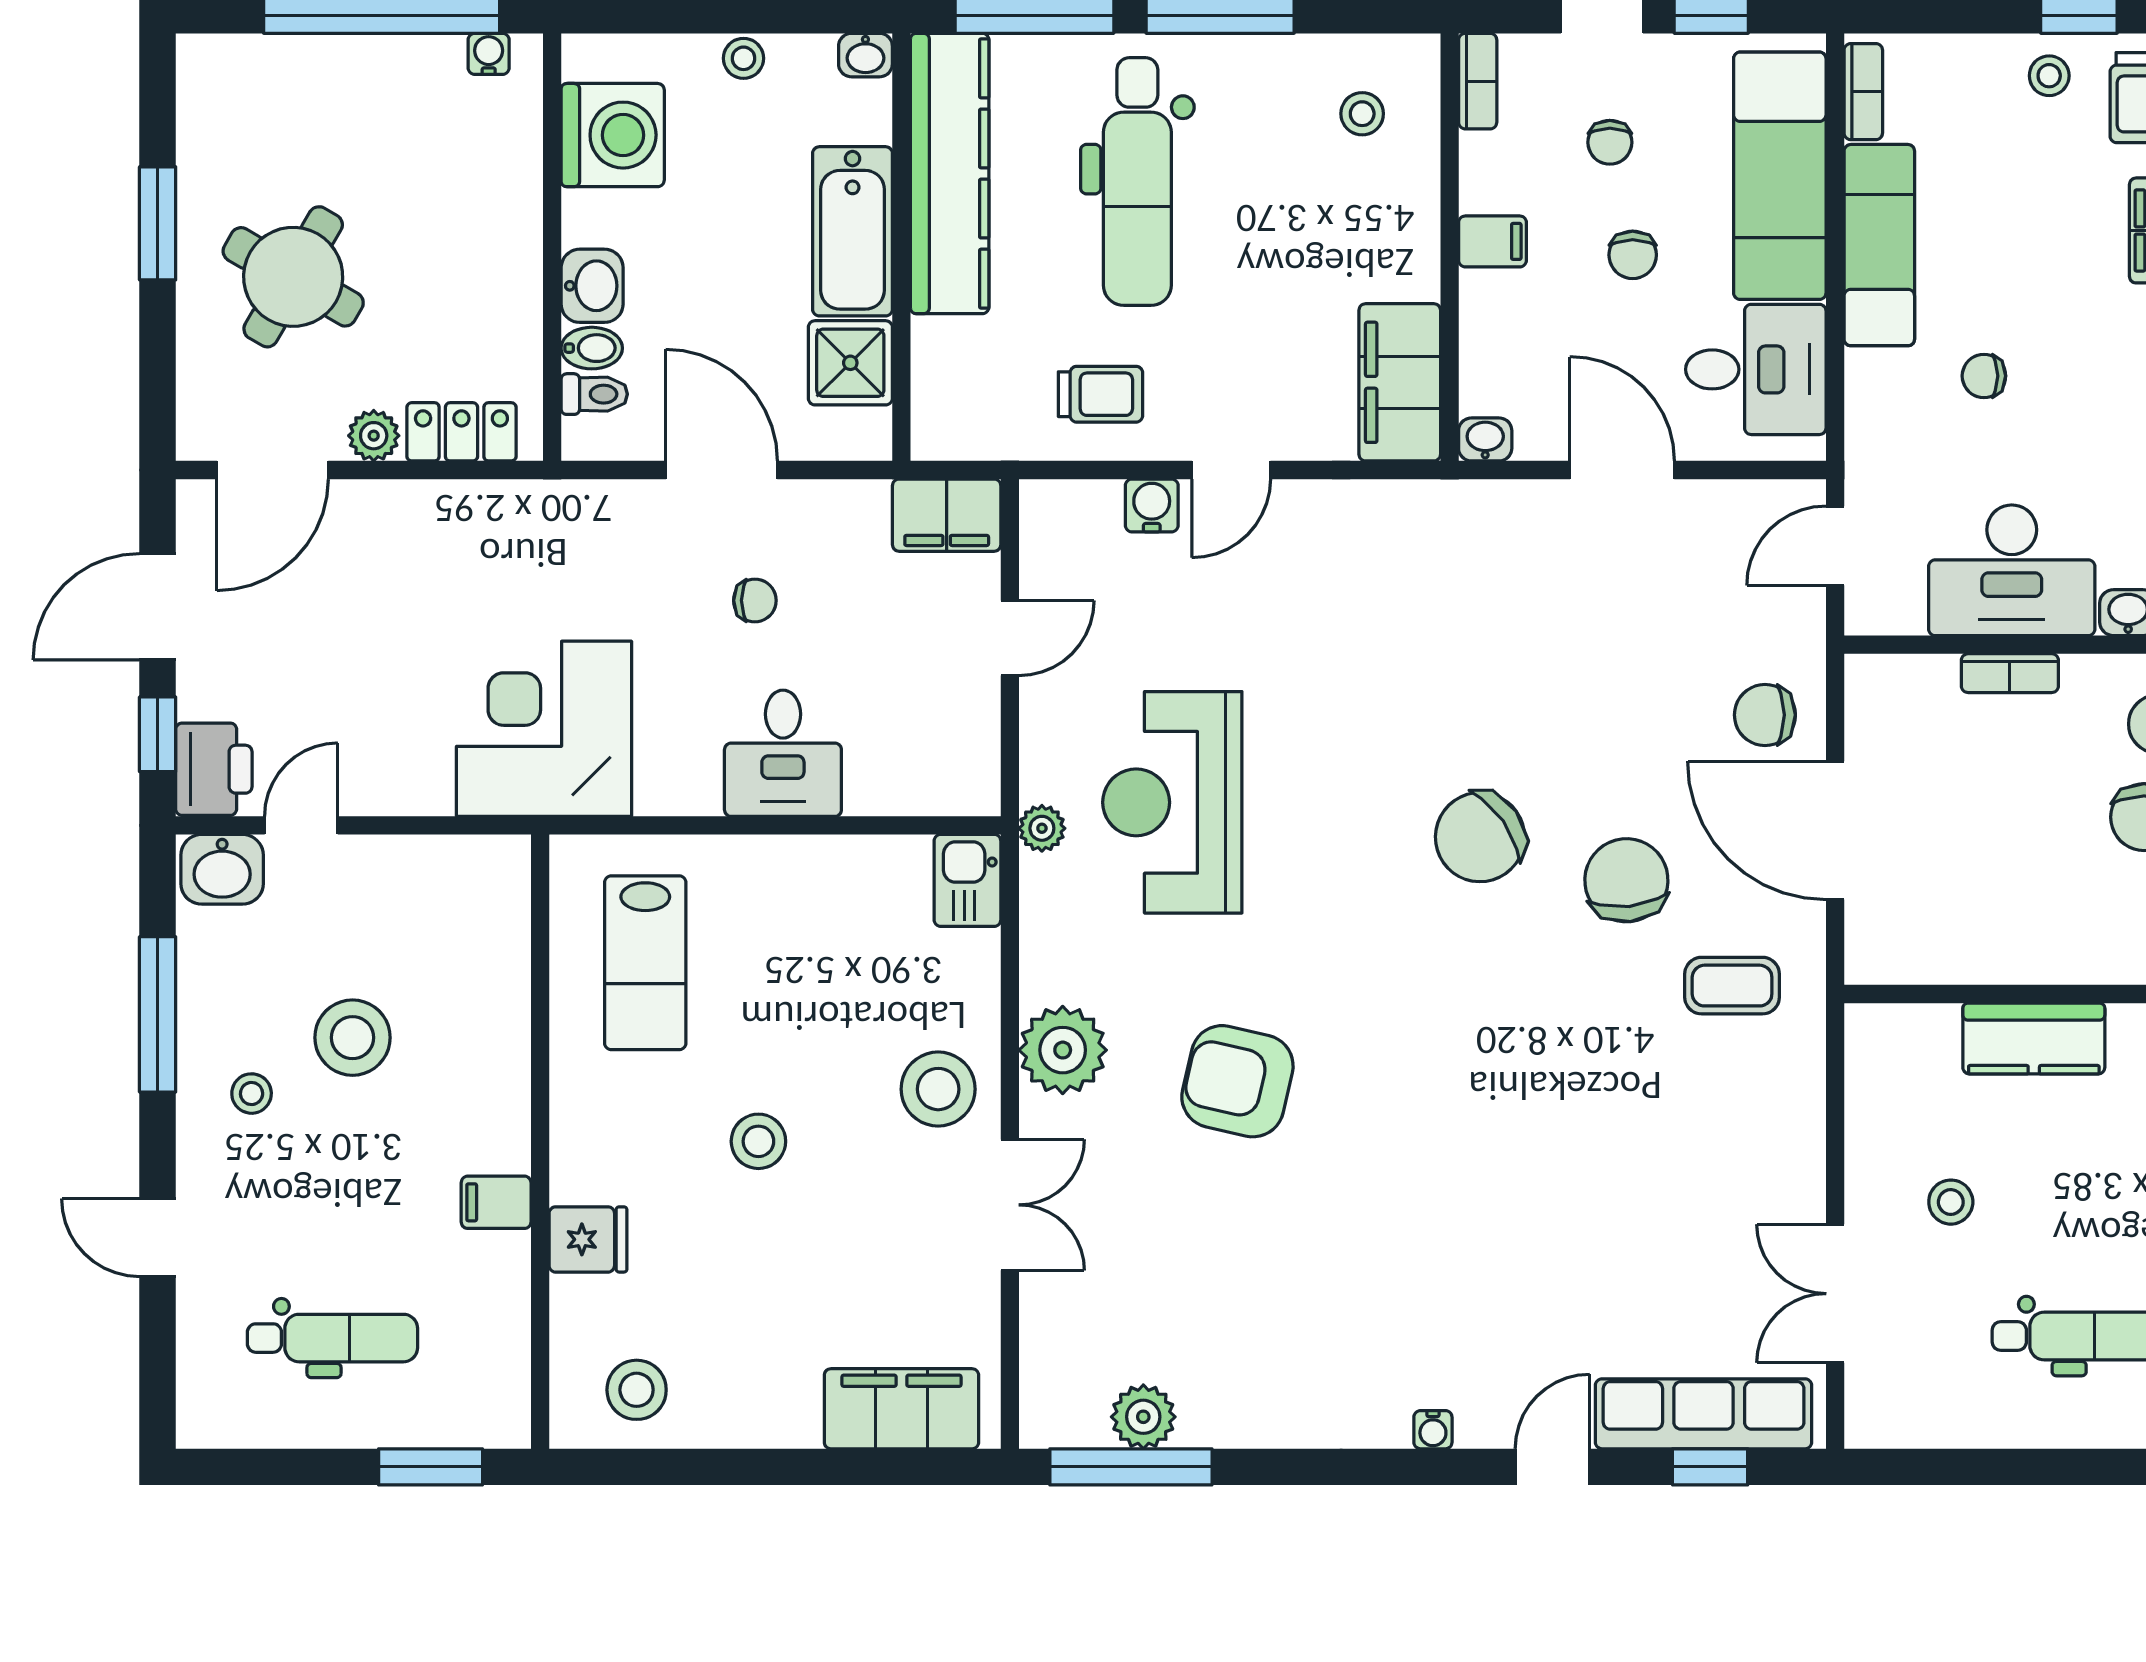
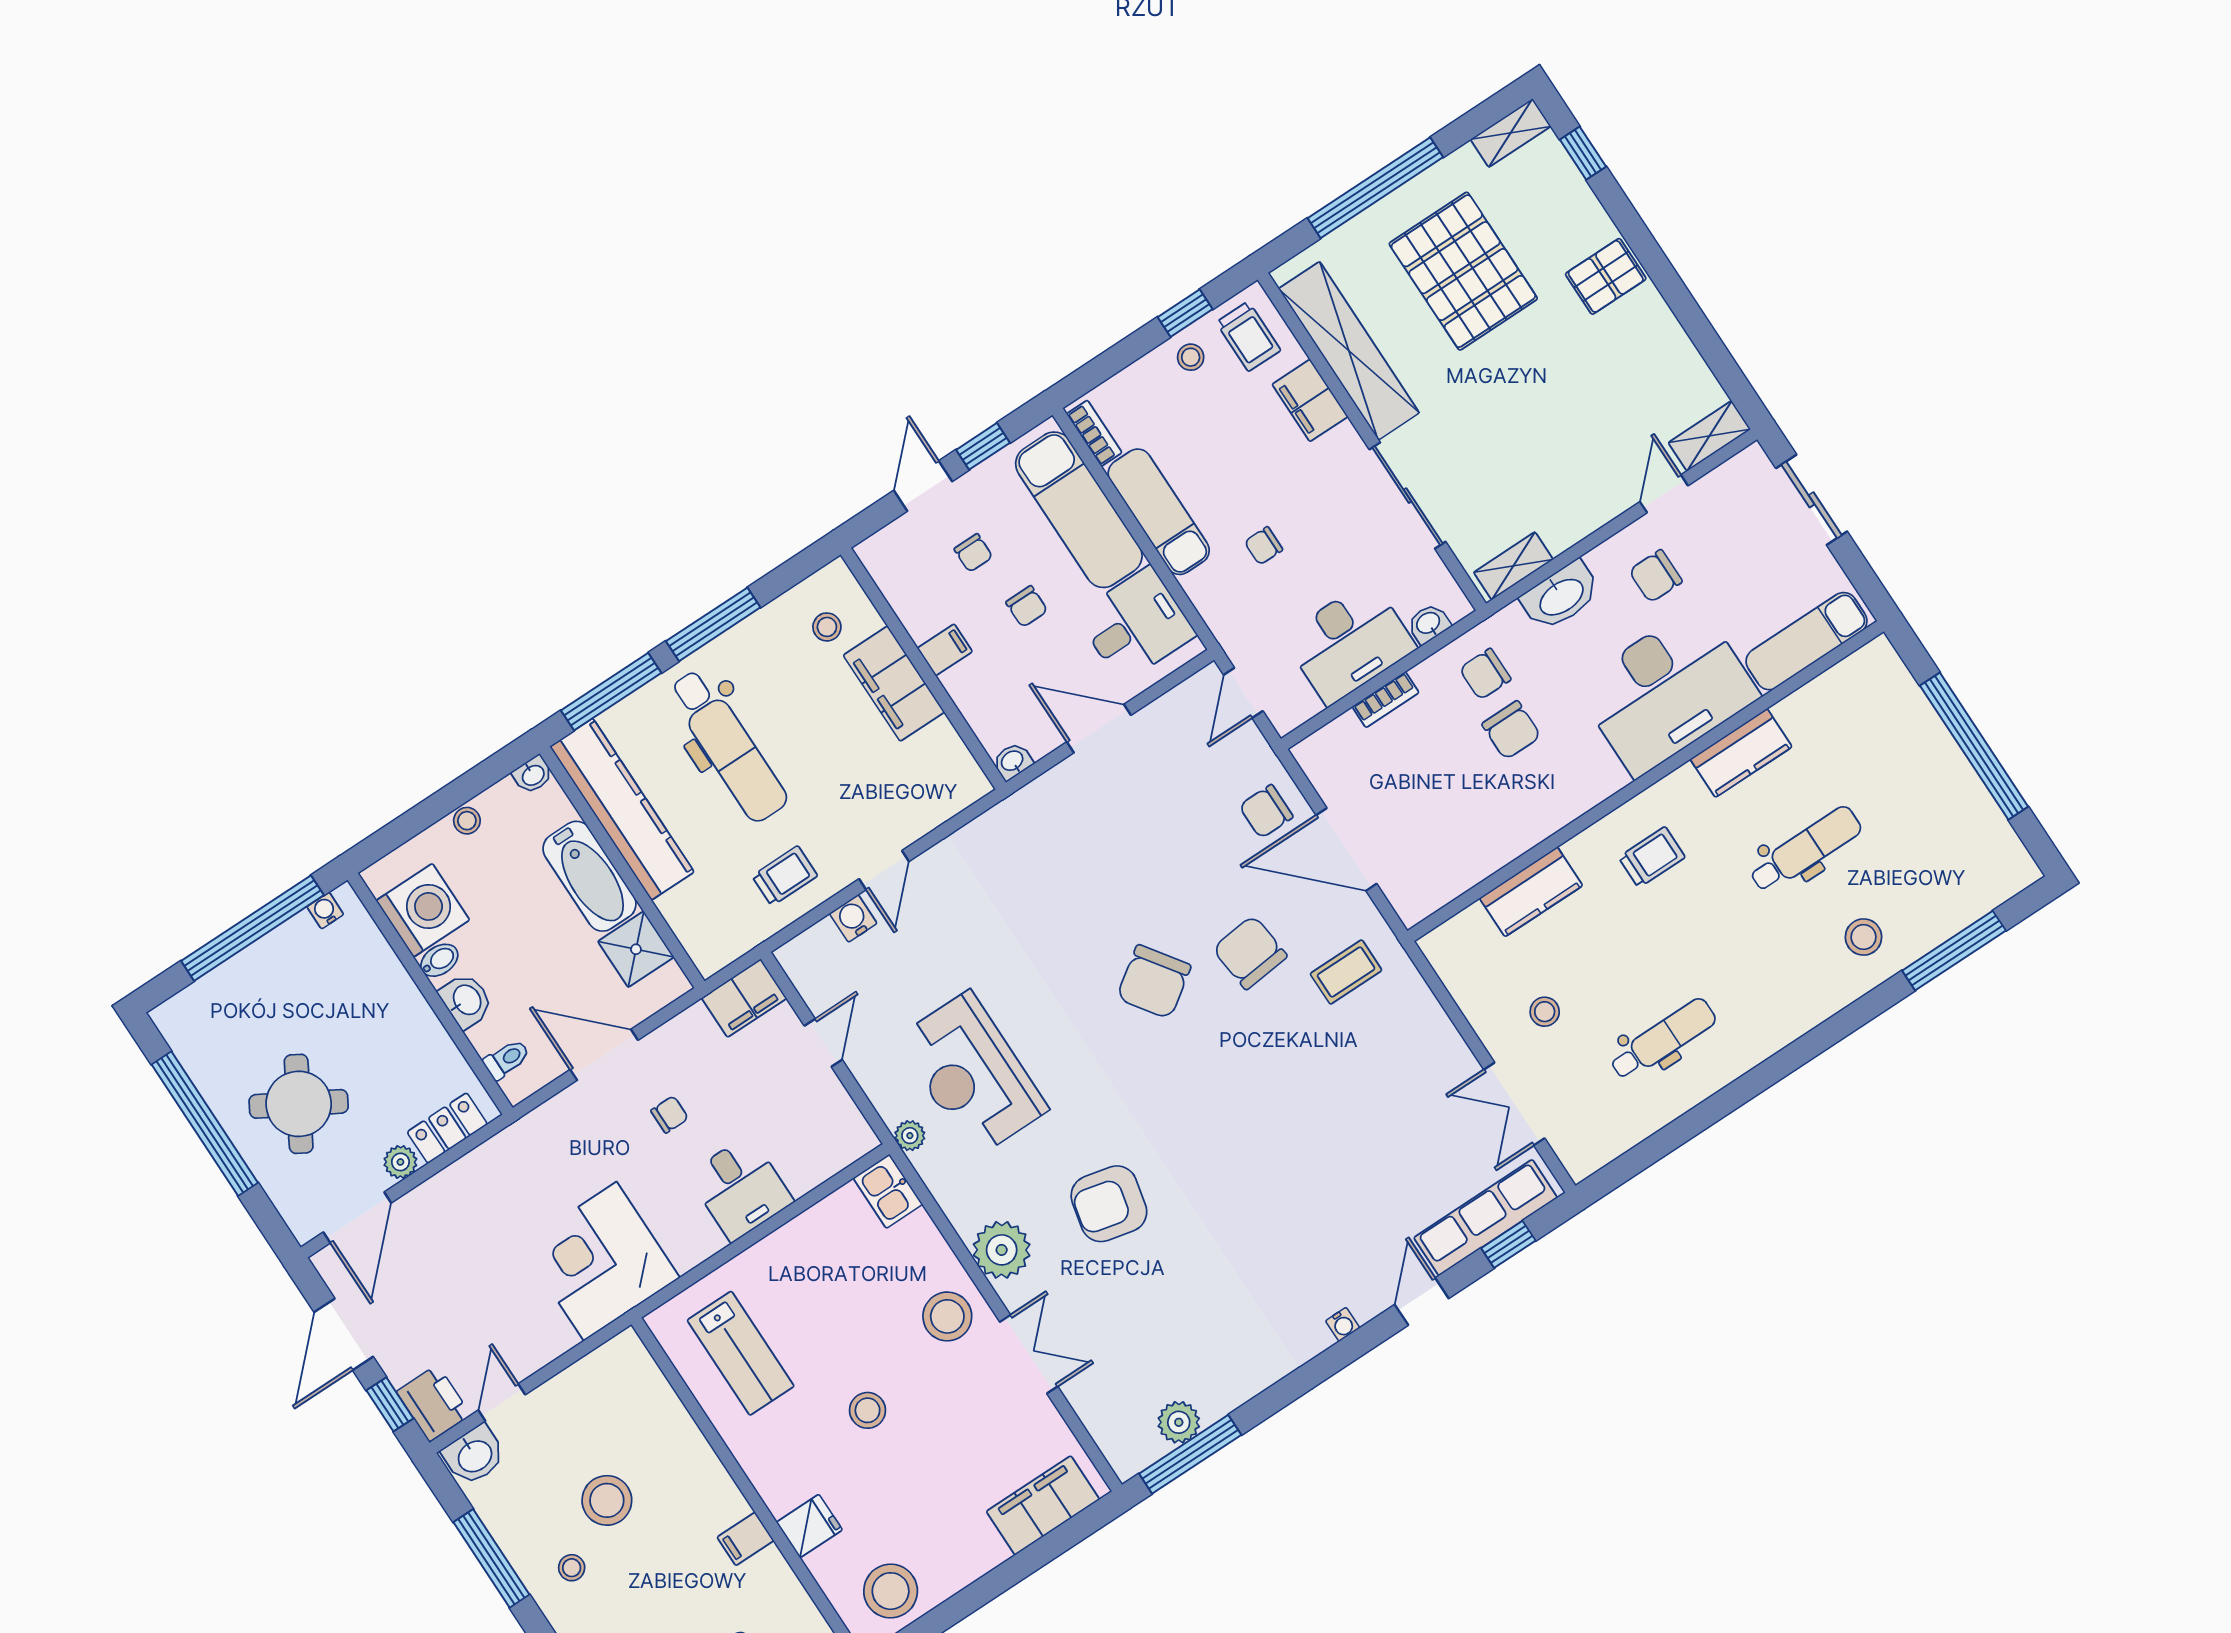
bookcase: (1478, 81) -> (879, 567), removed
window: (158, 223) -> (205, 1124), width x2.11
bidet: (592, 348) -> (439, 960), moved
filing cabinet: (1400, 382) -> (894, 684), moved
stool: (637, 1390) -> (891, 1591), width x1.38, depth x1.38

